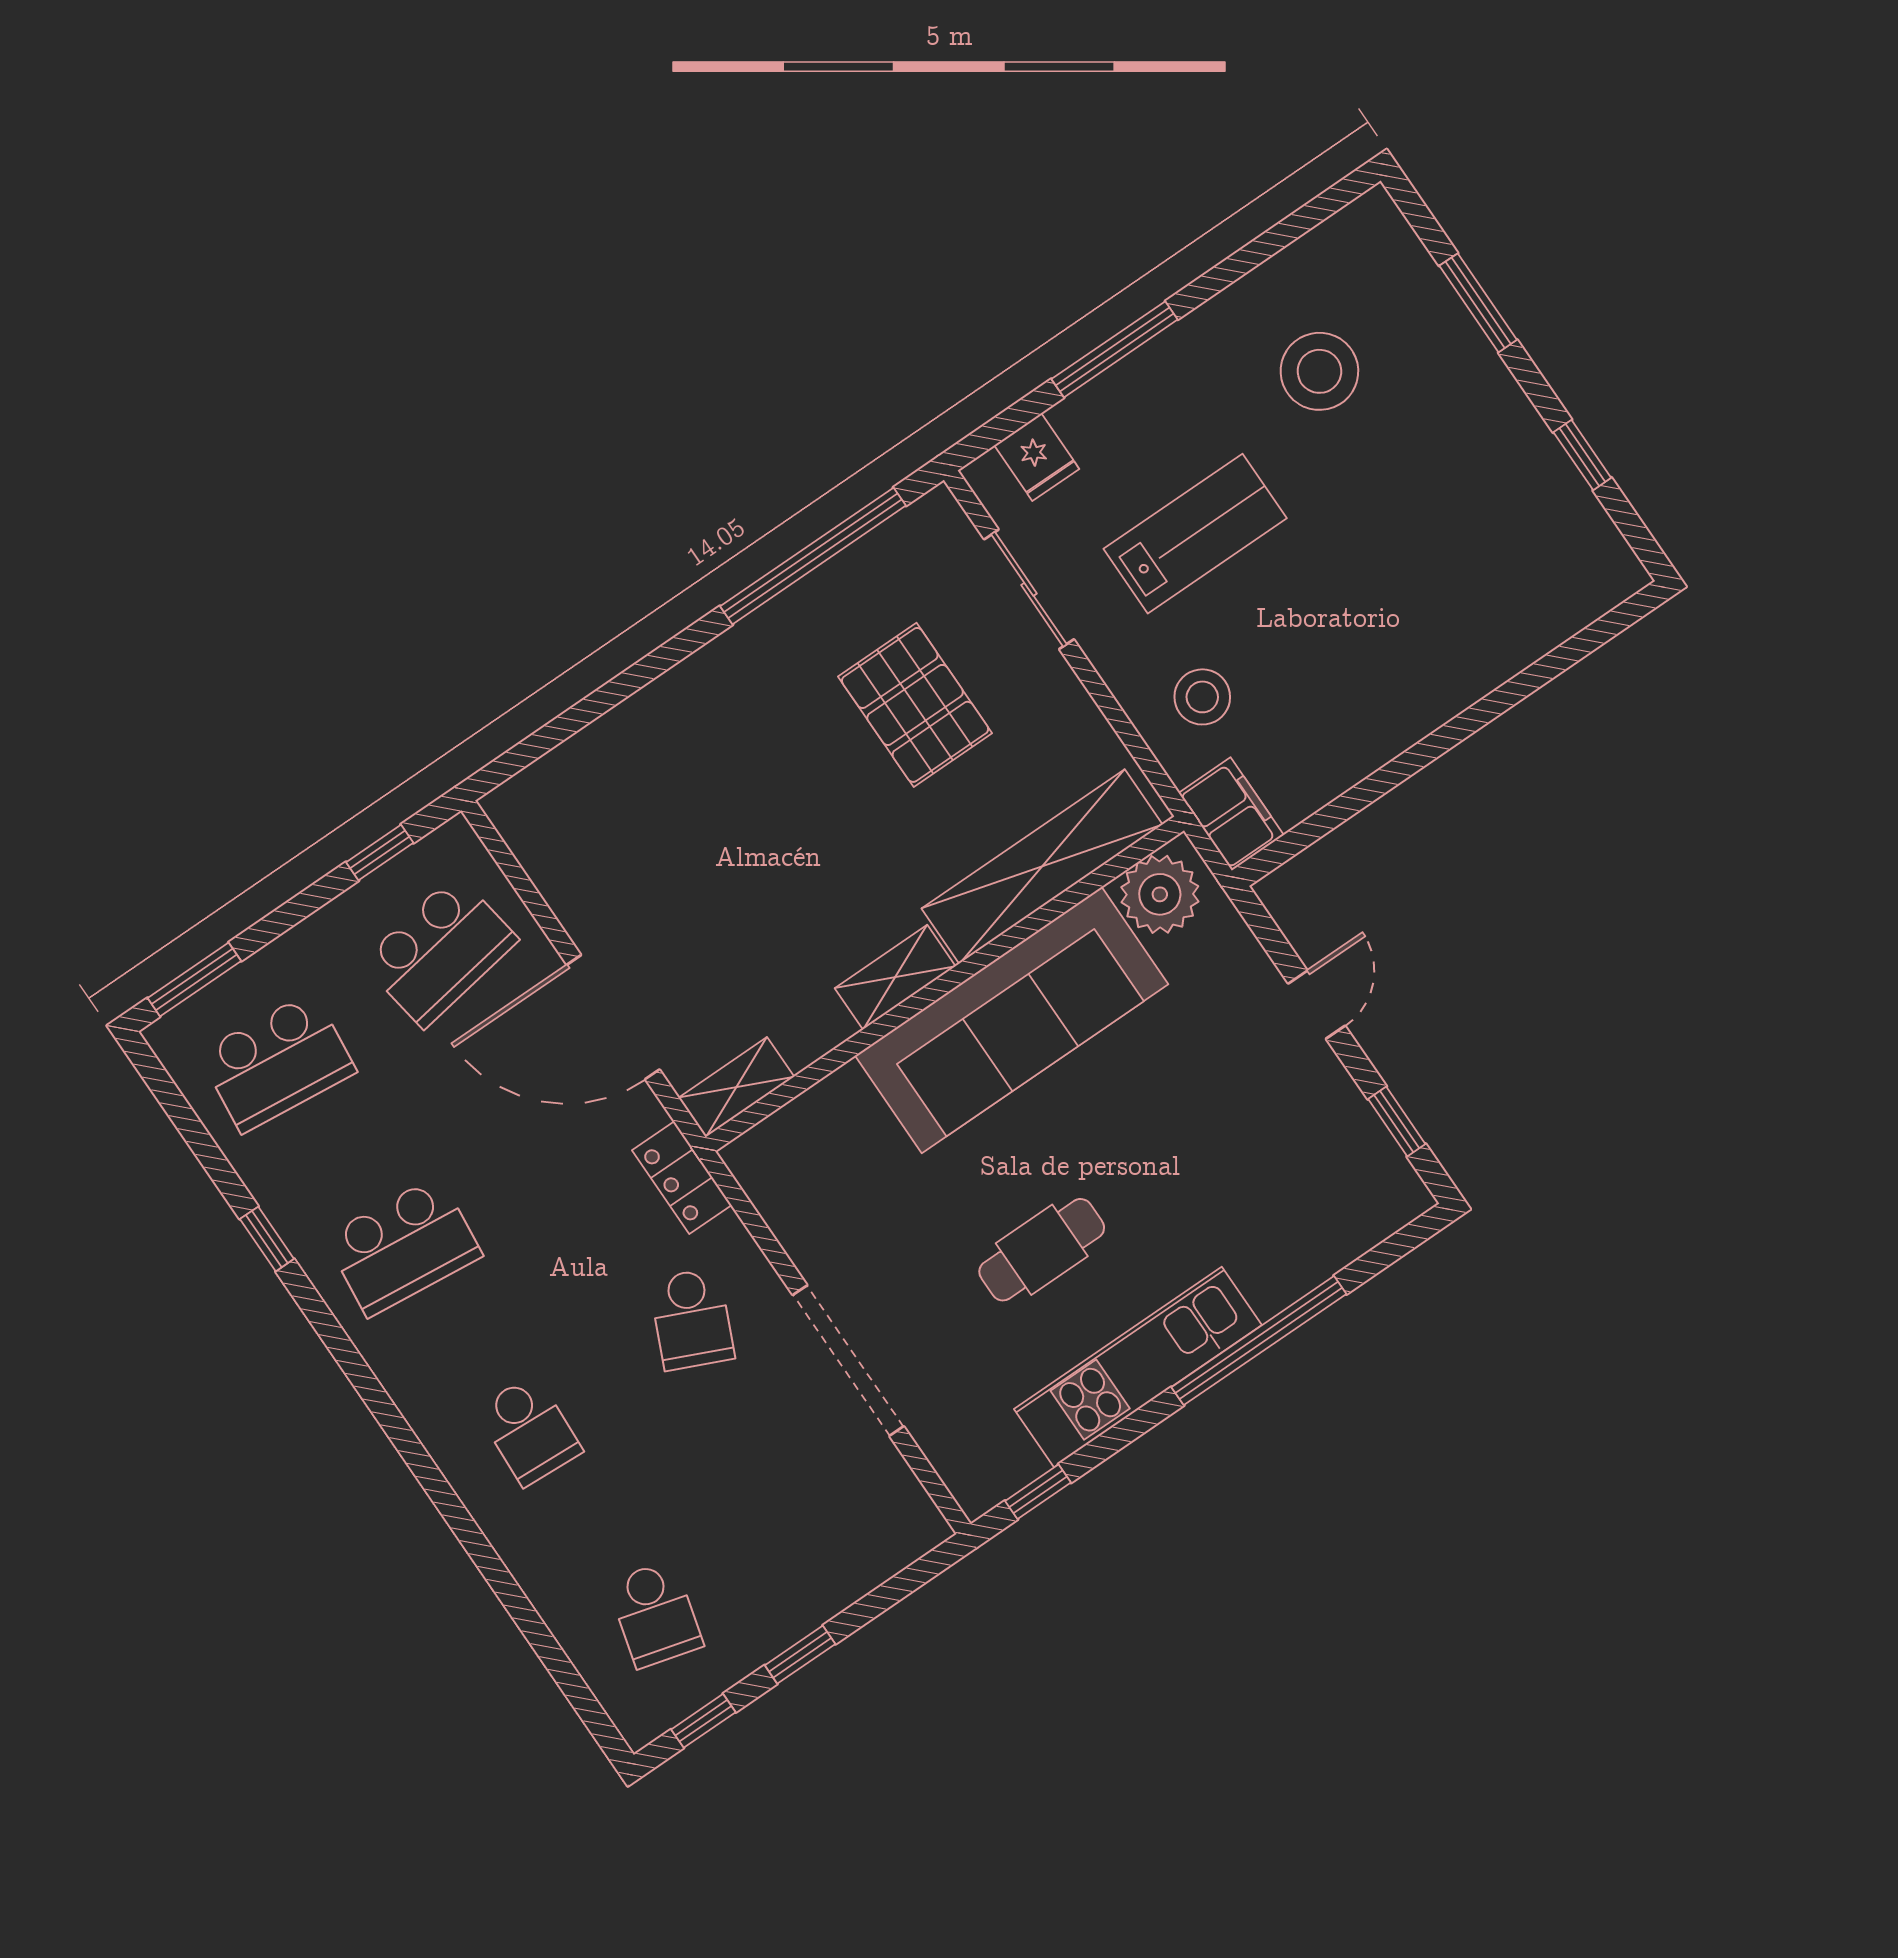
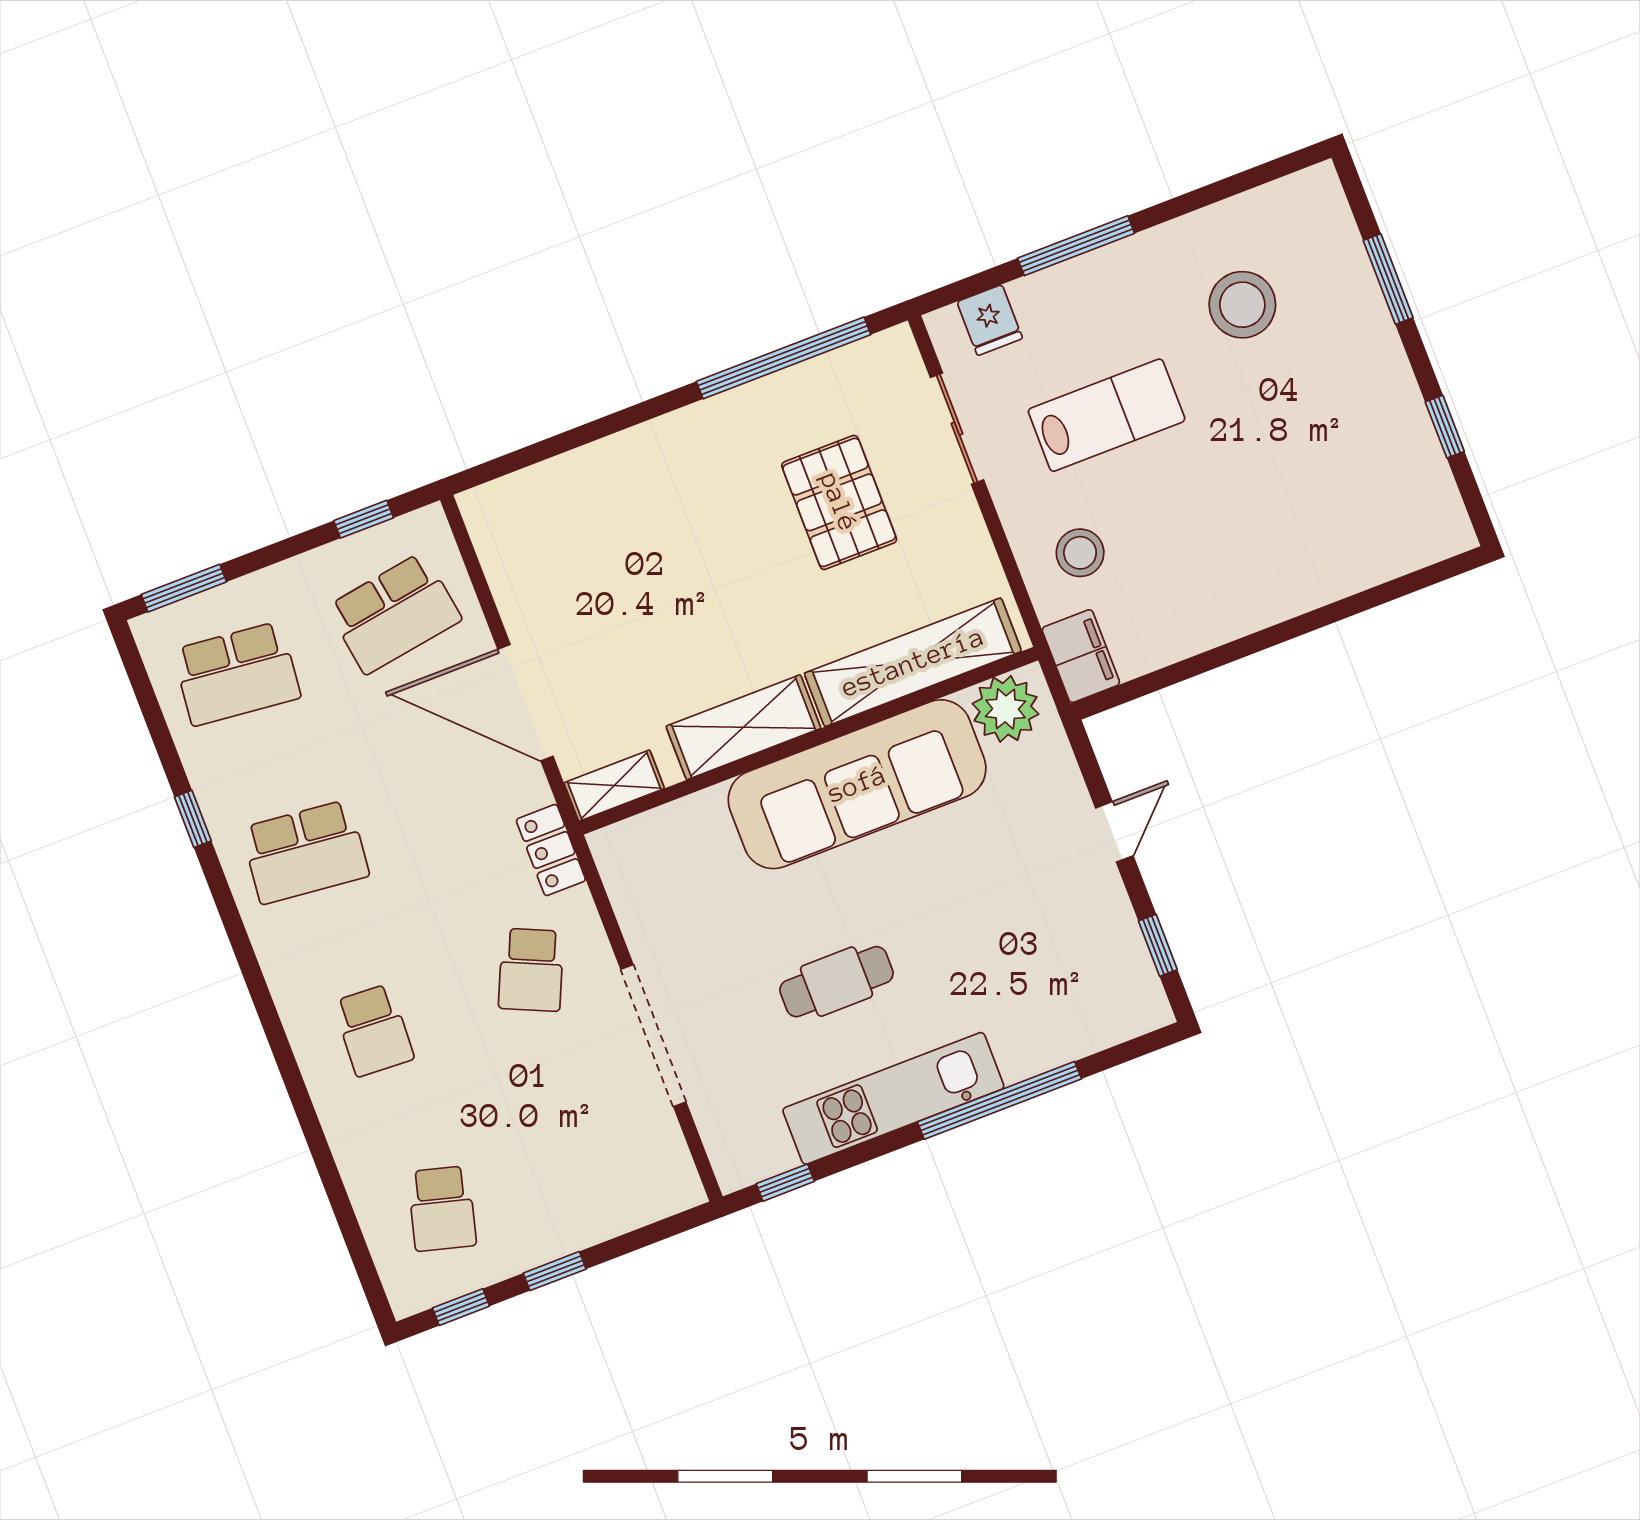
shelving: (895, 977) -> (743, 727), width x1.50, depth x1.33

